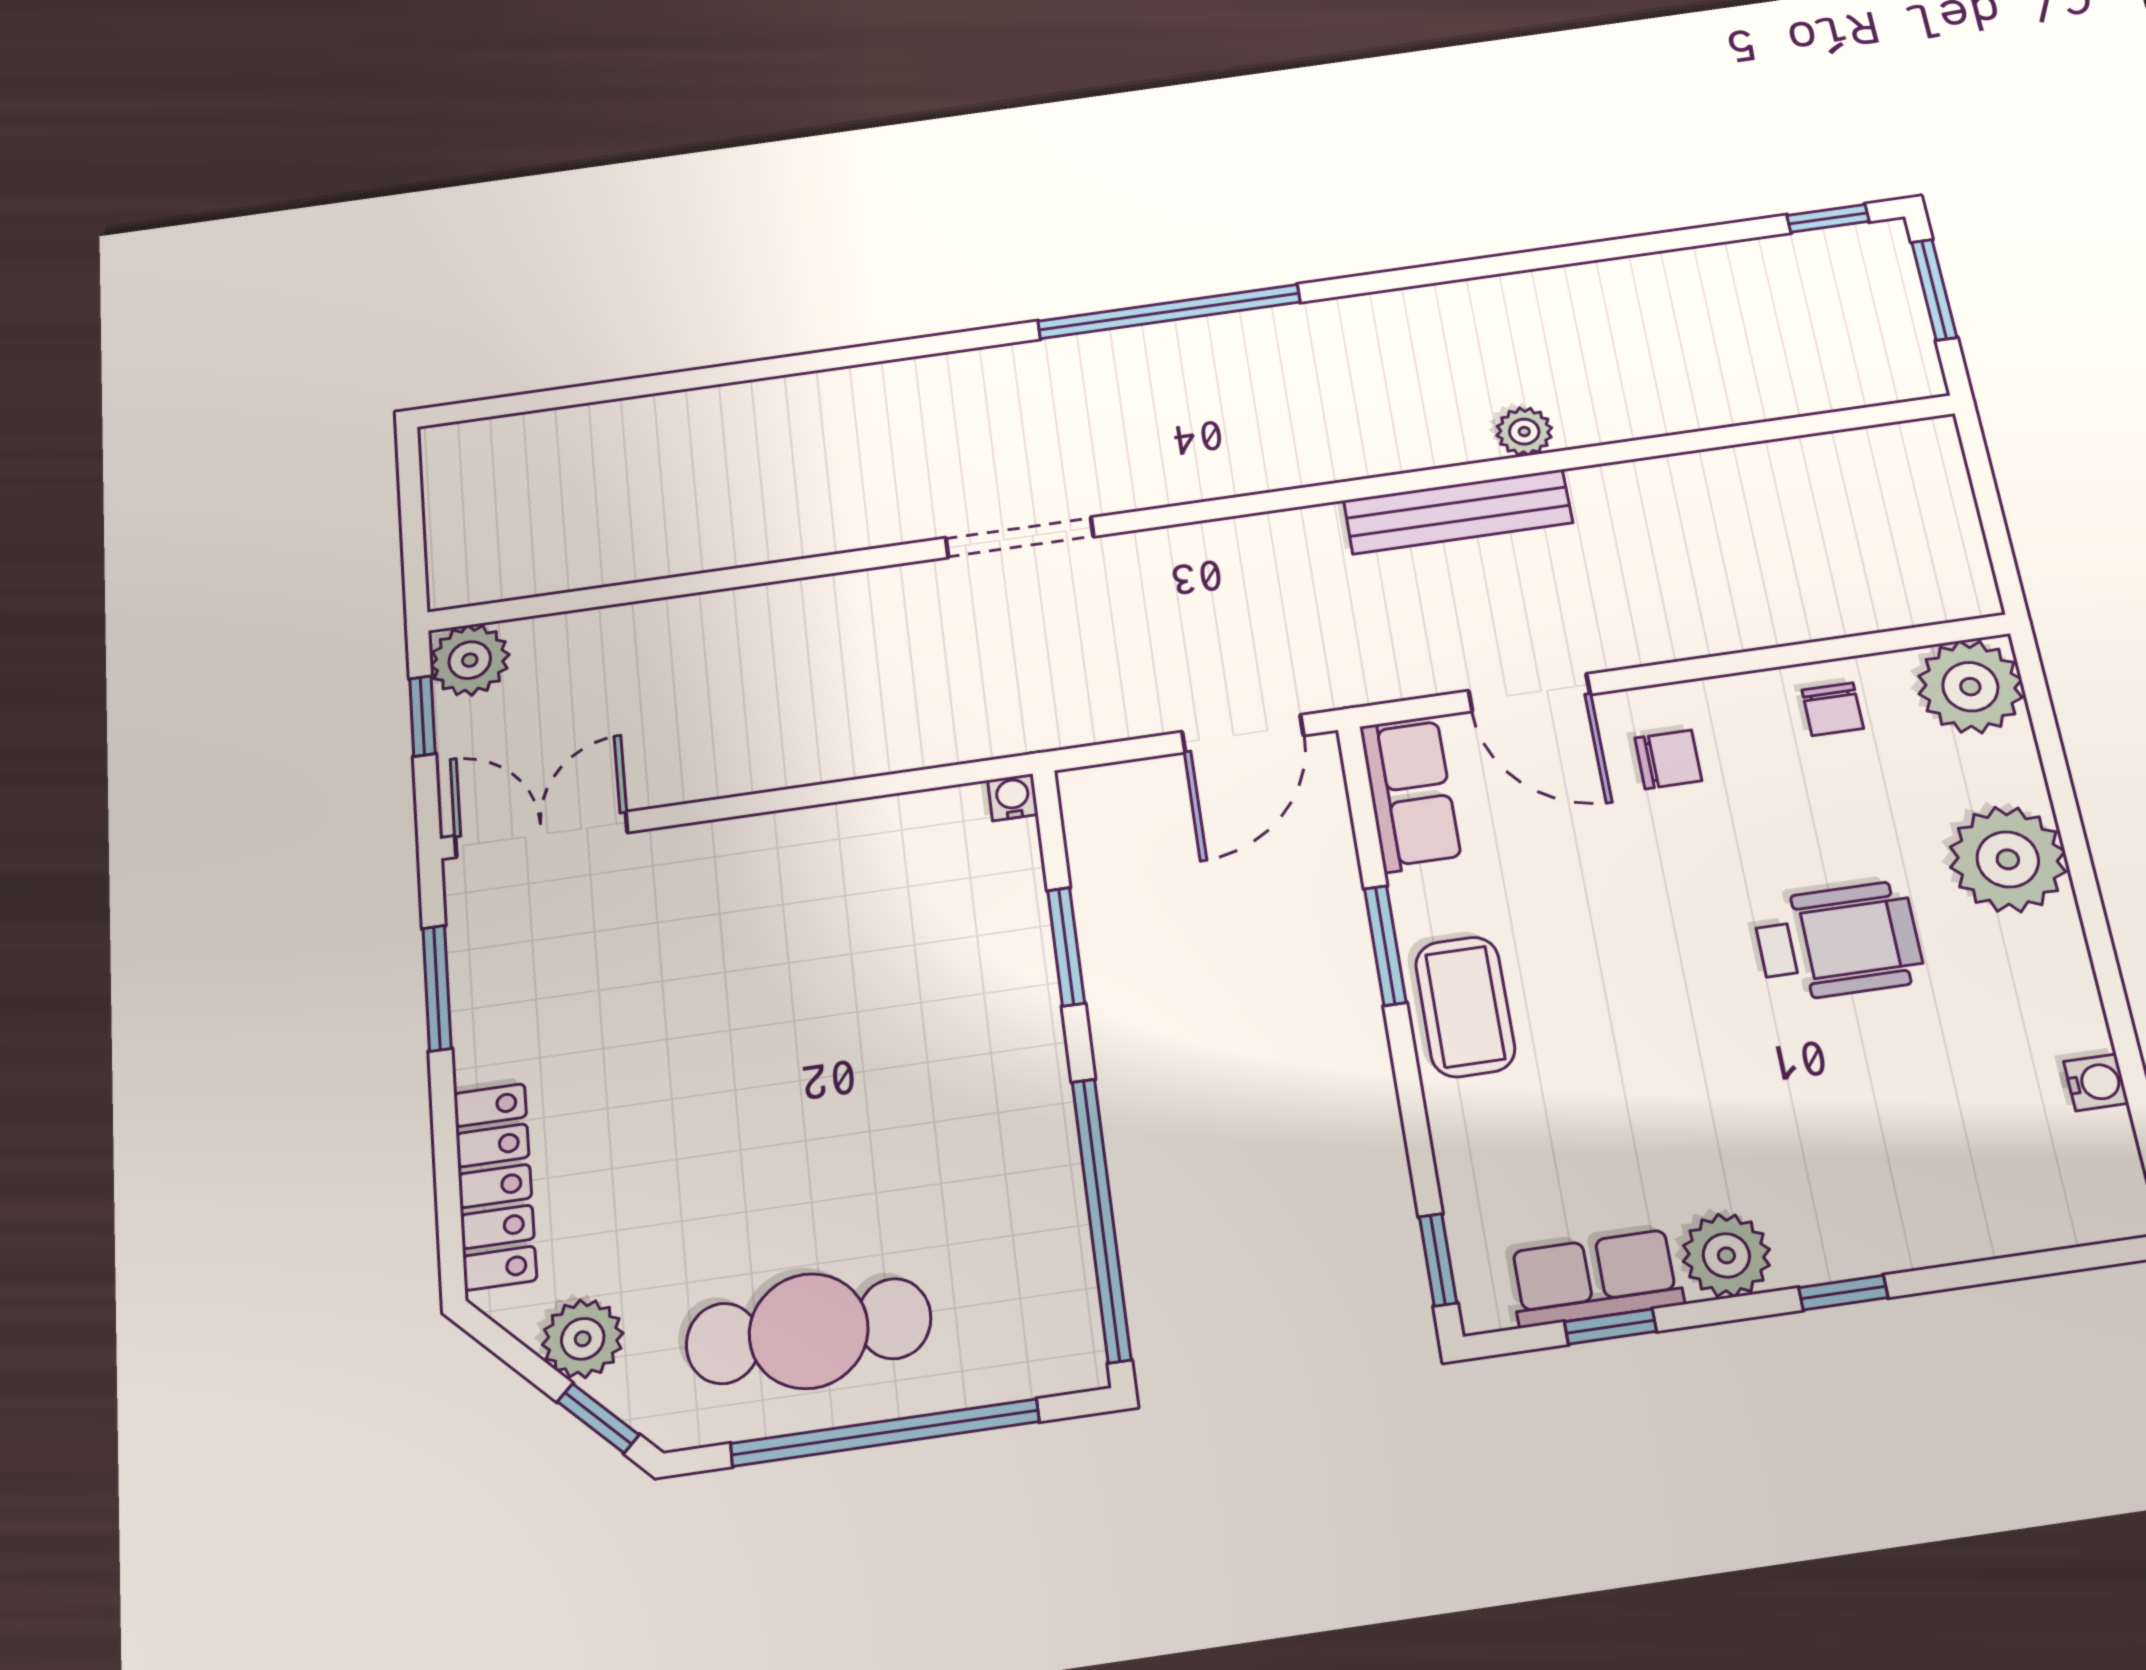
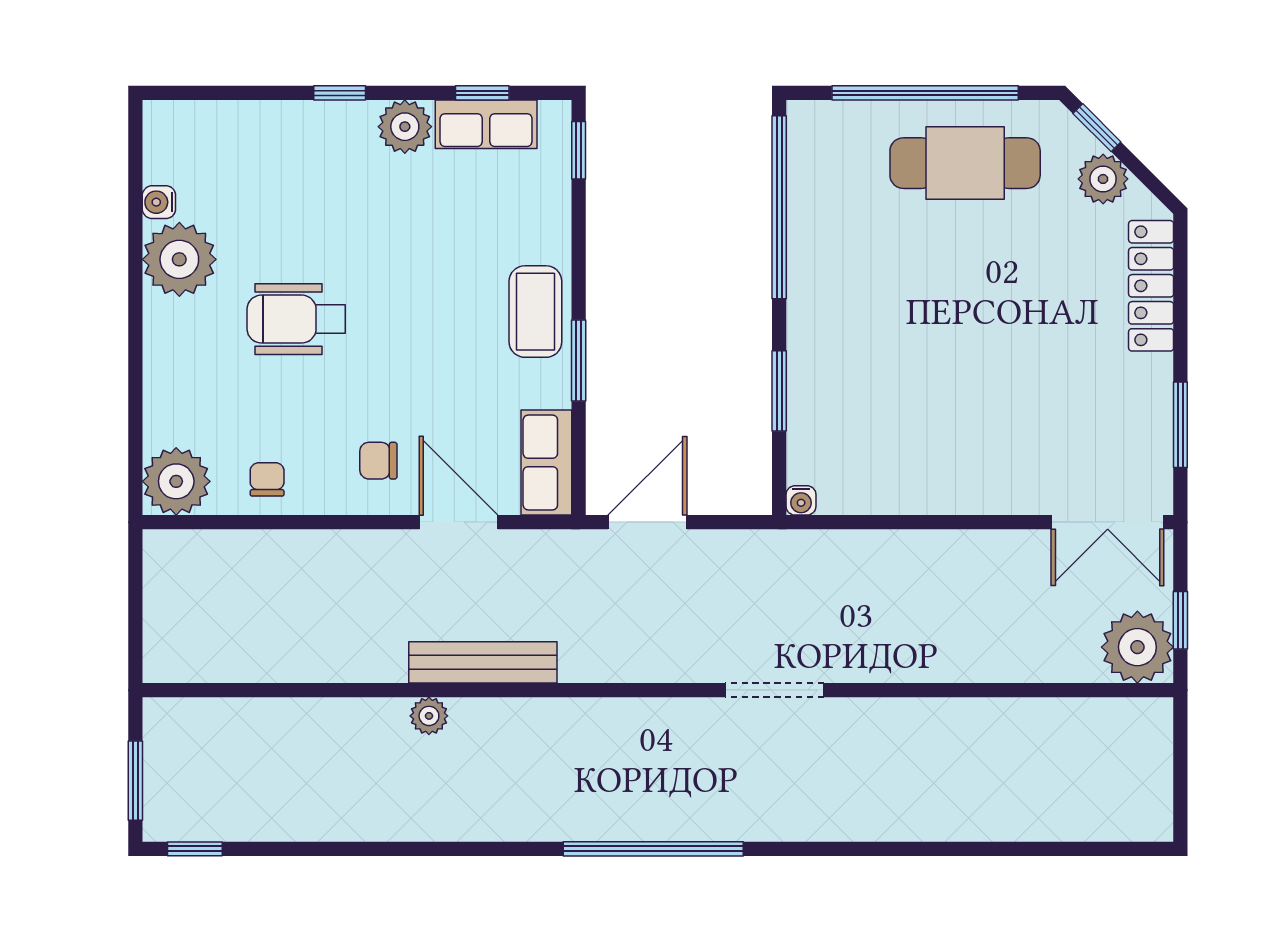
plant: (470, 660) -> (1137, 647), width x1.36, depth x1.36
plant: (2008, 859) -> (179, 259), moved

